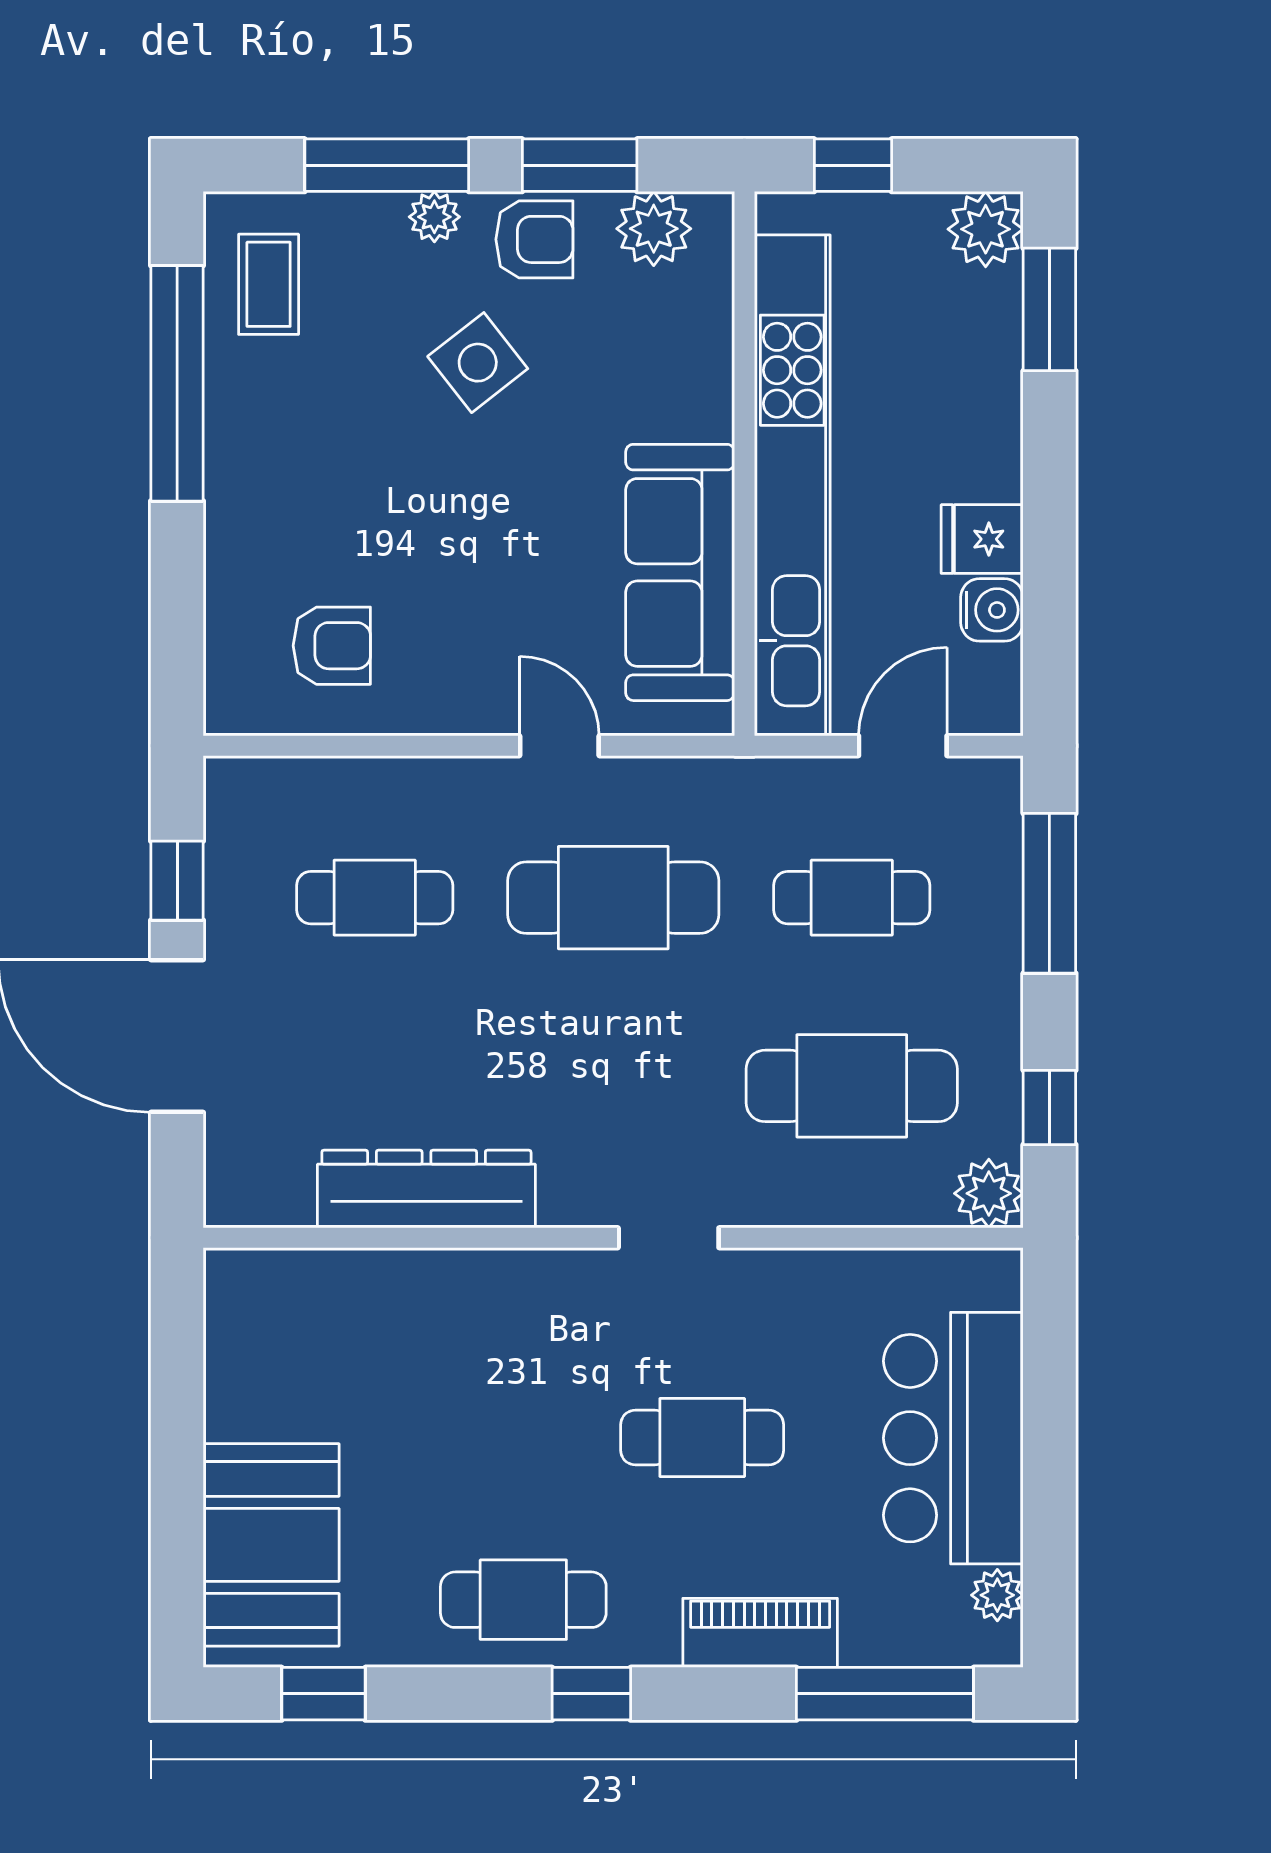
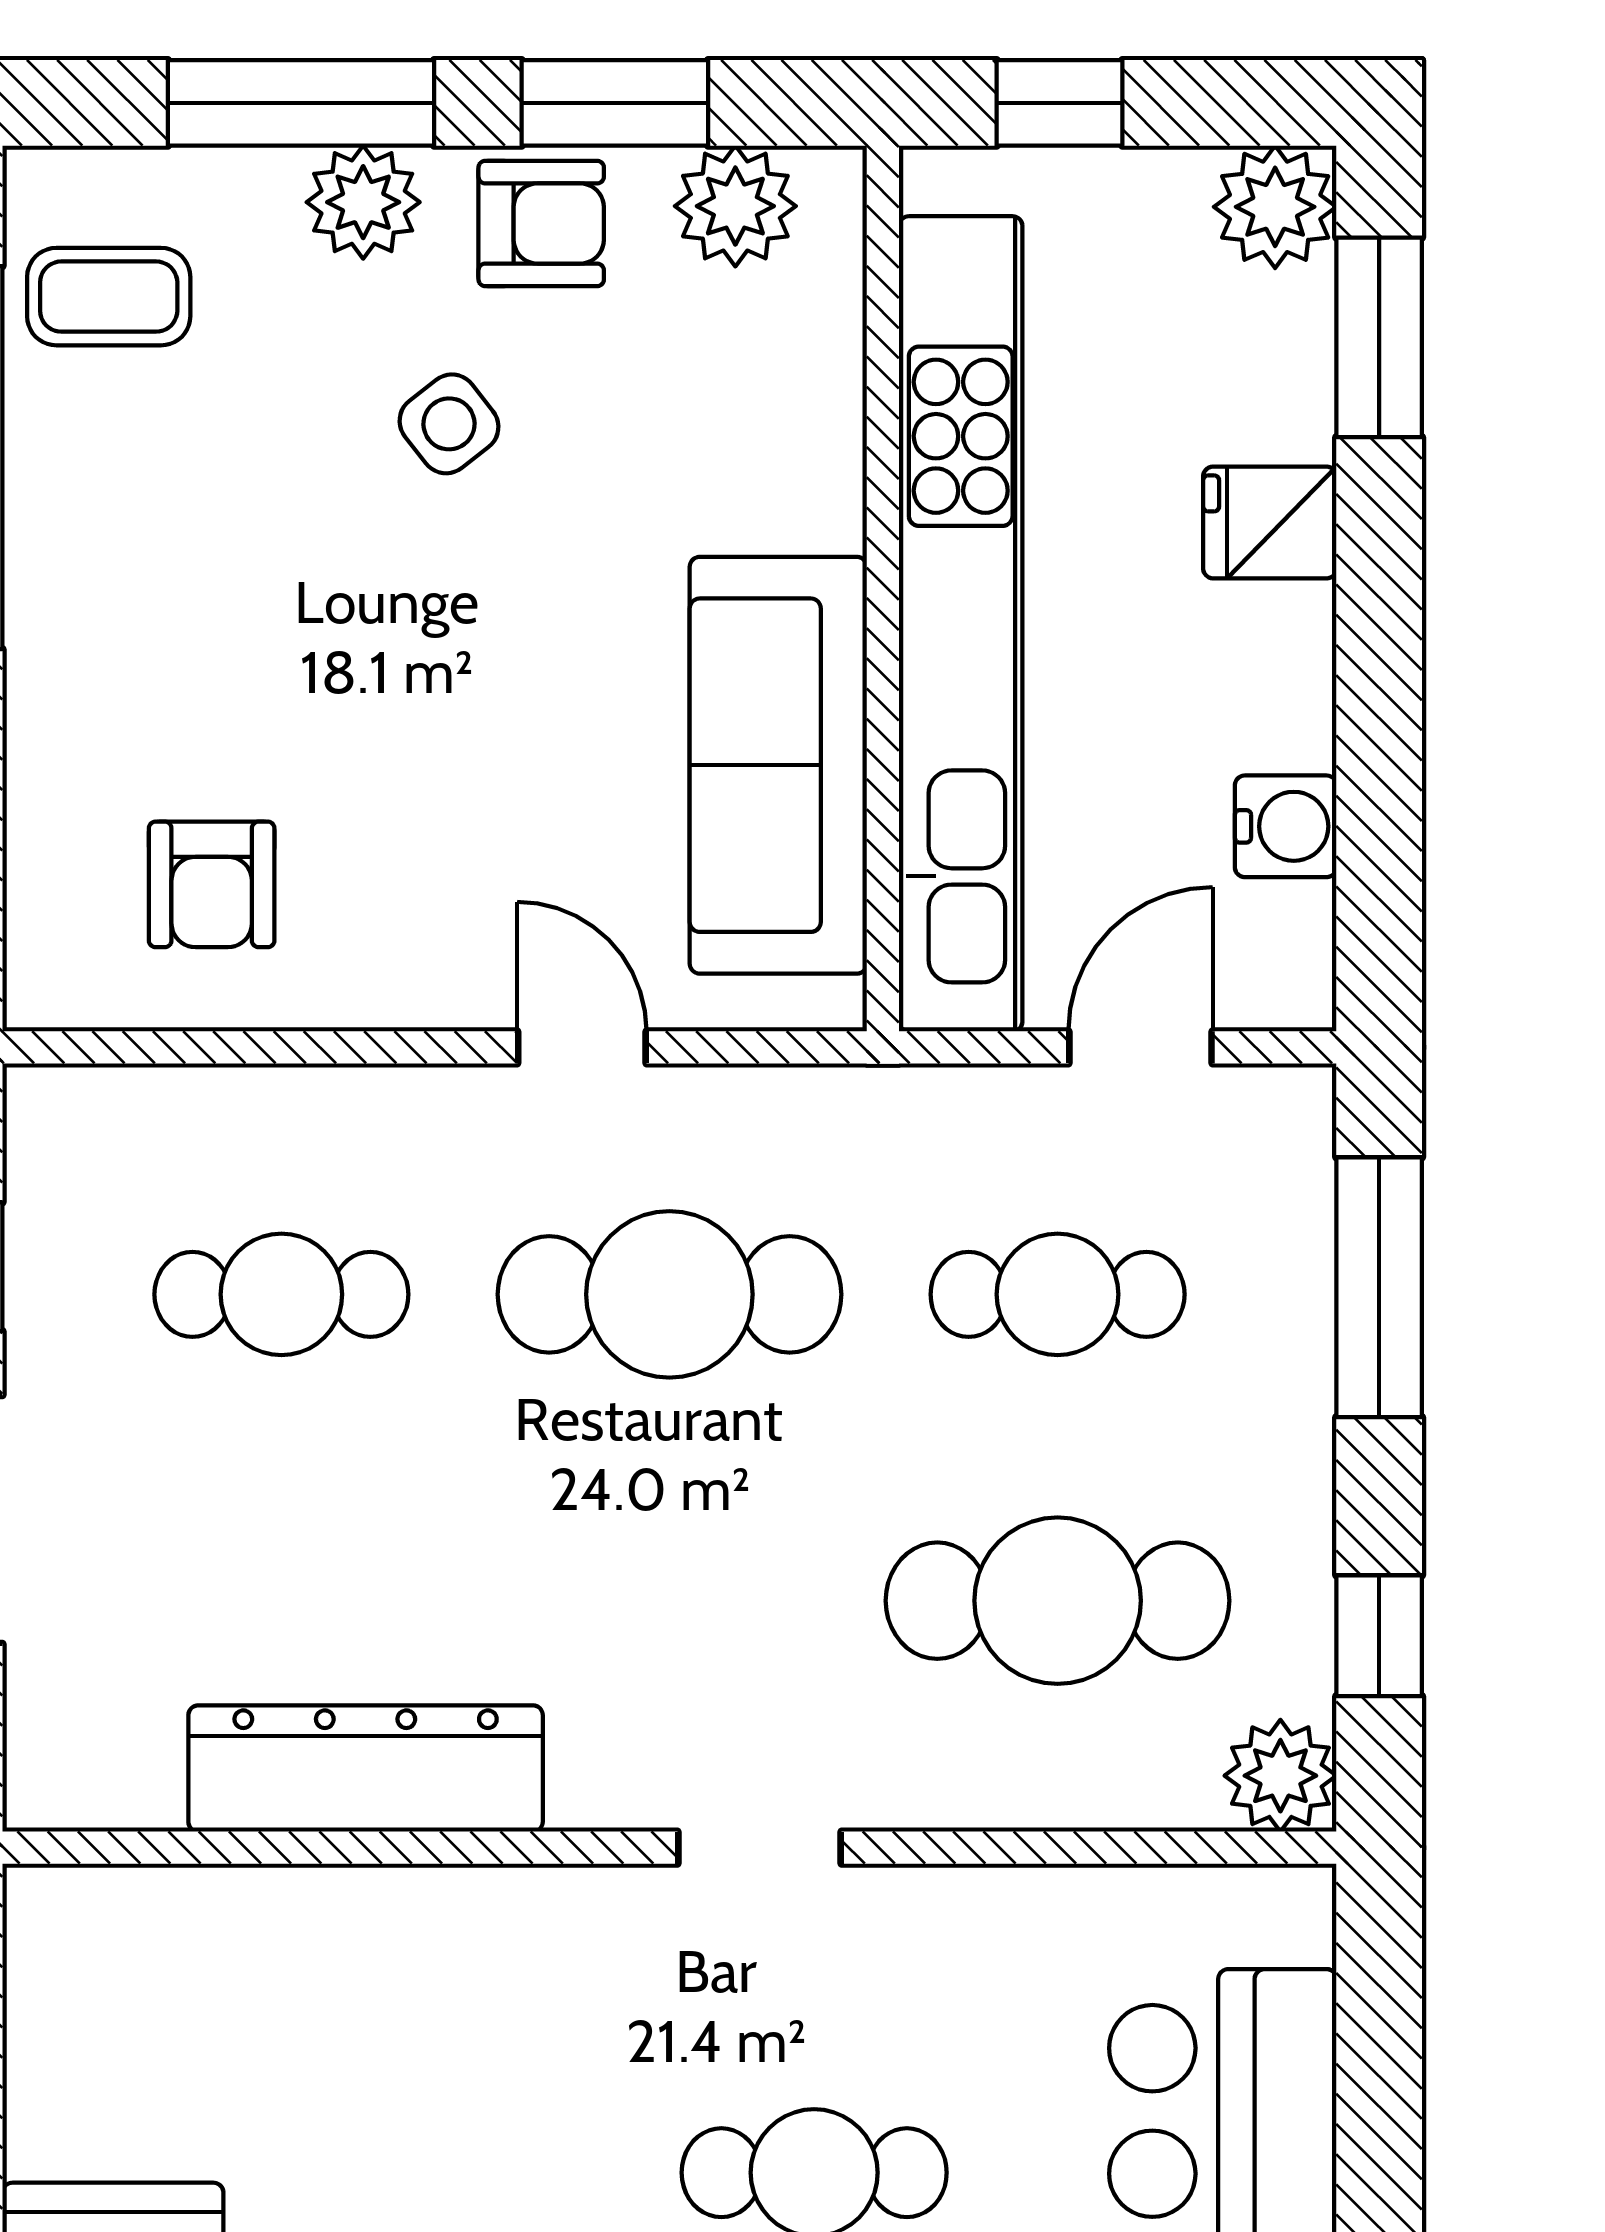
plant: (434, 217) -> (363, 202), width x1.38, depth x1.38
coffee table: (269, 284) -> (109, 297), turned 90
side table: (478, 363) -> (449, 424), width x0.73, depth x0.73
fridge: (982, 539) -> (1270, 522), moved
armchair: (332, 646) -> (212, 884), turned 90

